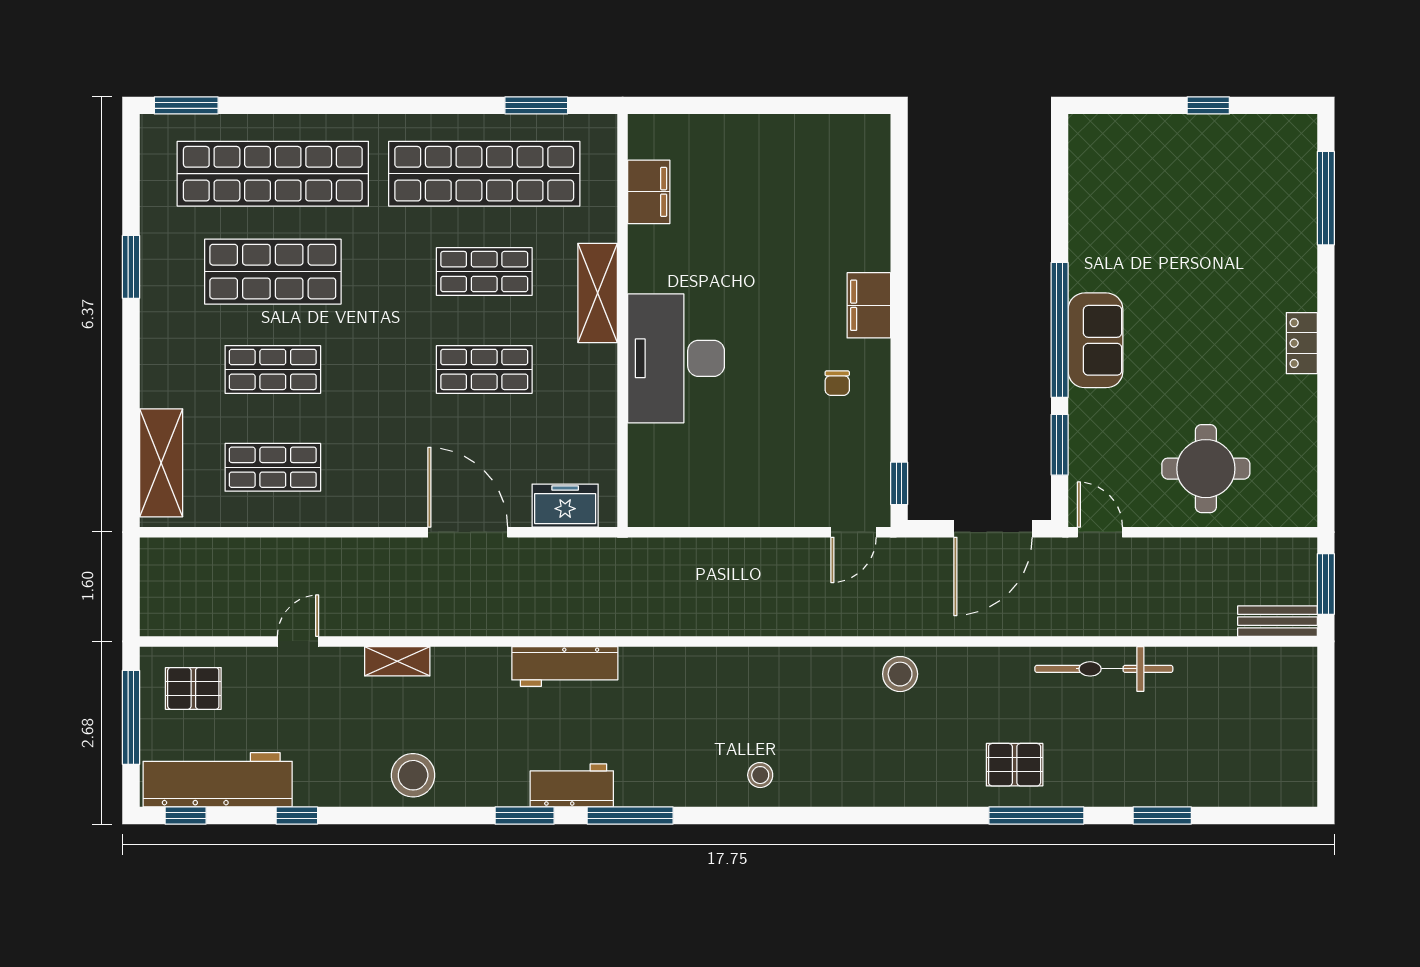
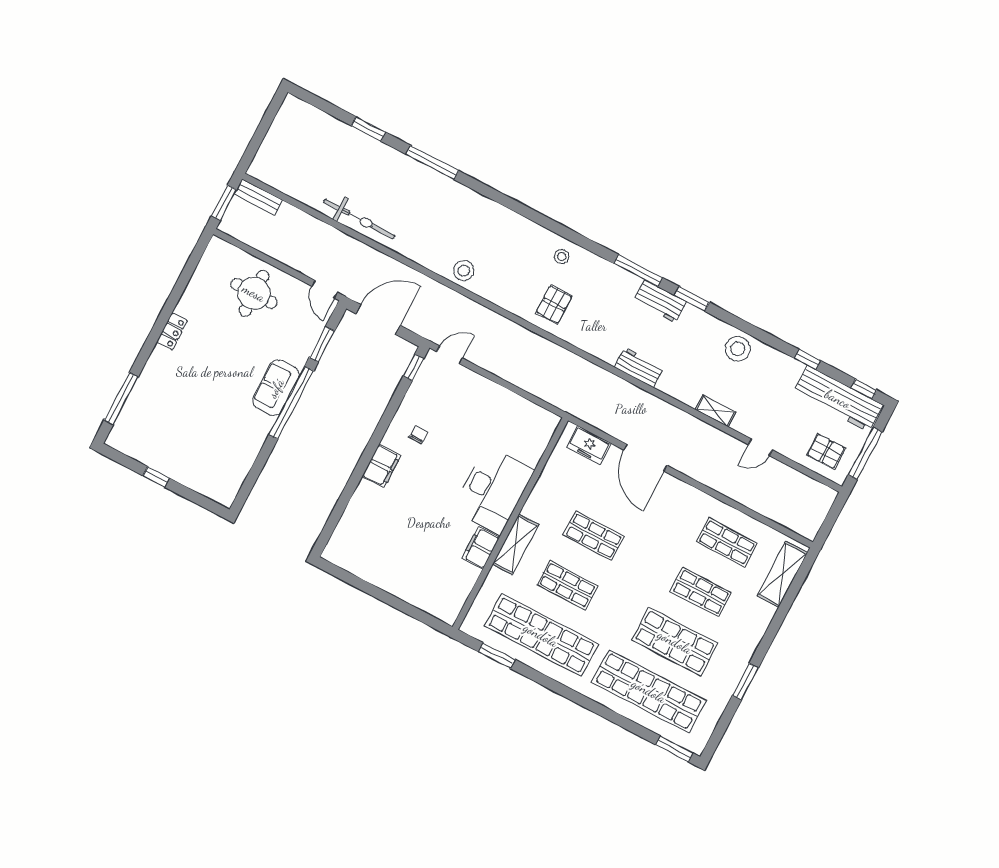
filing cabinet: (649, 192) -> (481, 548), moved
workbench: (565, 666) -> (639, 367), width x0.73
pallet: (1015, 765) -> (554, 305), moved, turned 90

